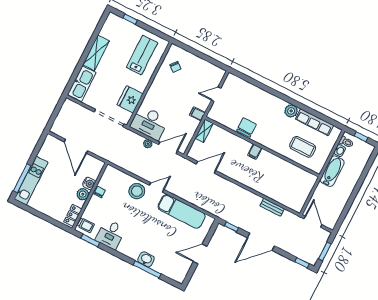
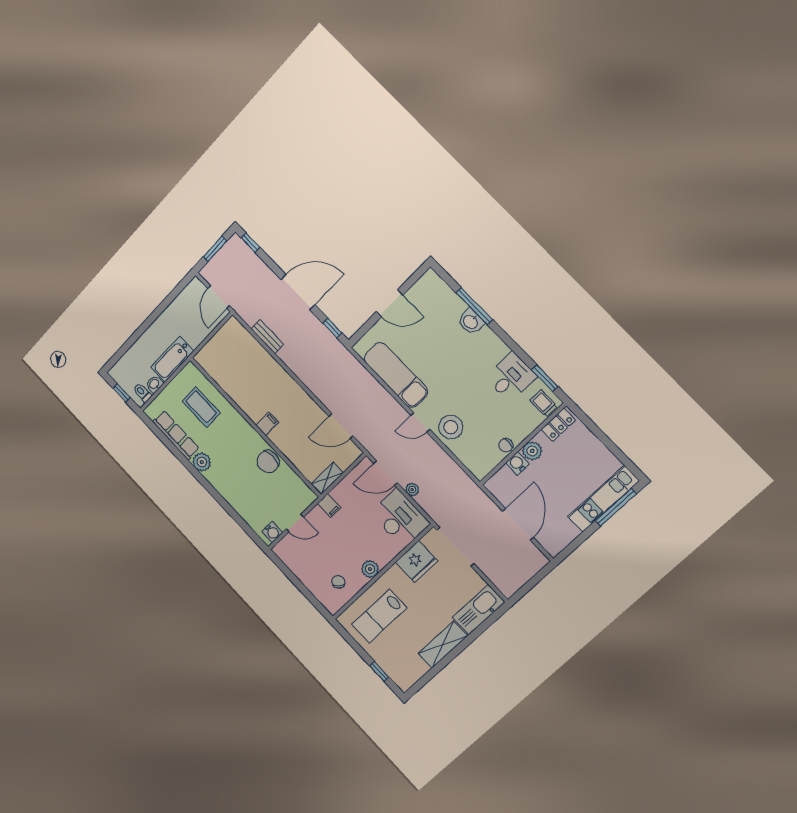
plant: (158, 83) -> (370, 569), added
water cooler: (229, 83) -> (272, 532), added

